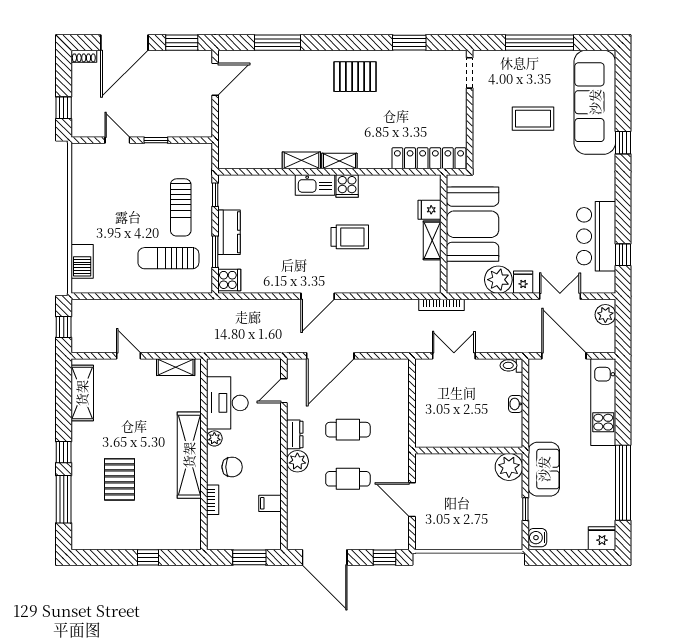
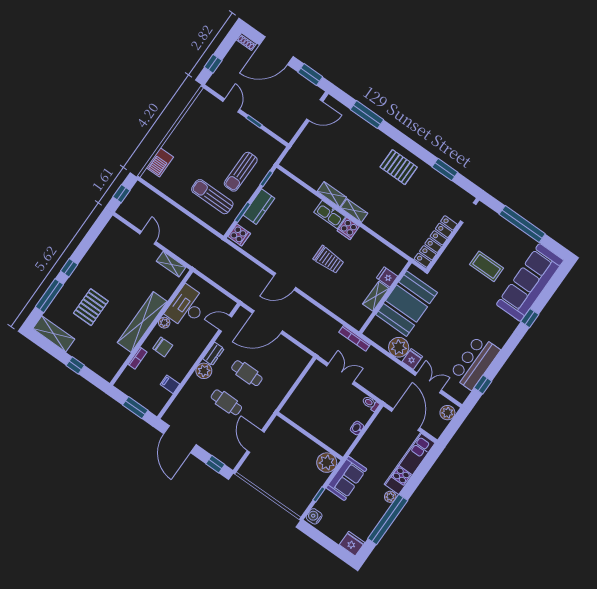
locker: (429, 158) -> (436, 242), moved, turned -90
shelving: (82, 393) -> (54, 334), moved, turned 90
plant: (608, 455) -> (390, 497), added

